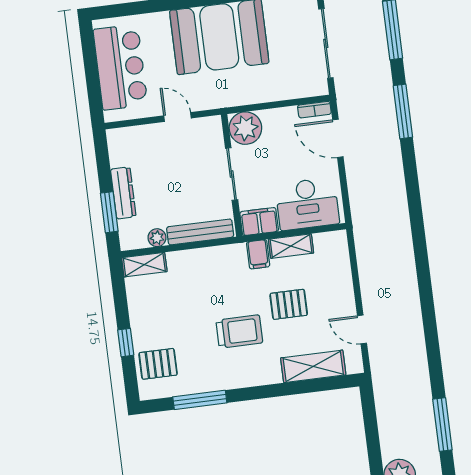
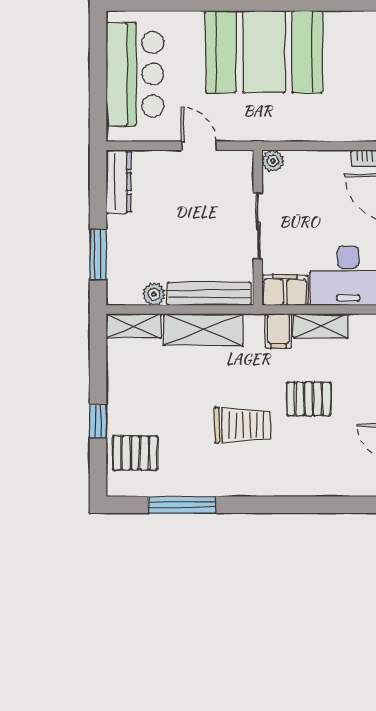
plant: (245, 128) -> (273, 161), width x0.53, depth x0.53
dresser: (123, 193) -> (119, 182), moved
shelving: (313, 366) -> (203, 330), moved

